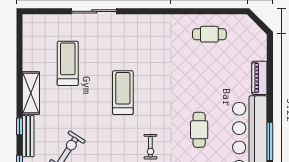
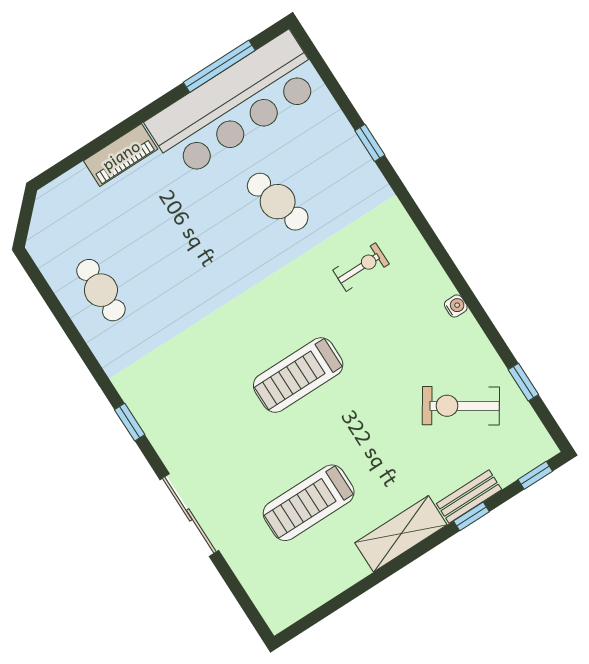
window: (148, 11) -> (130, 422), added
cafe table: (199, 130) -> (278, 202), turned 75
bench: (28, 136) -> (469, 497), width x0.73

